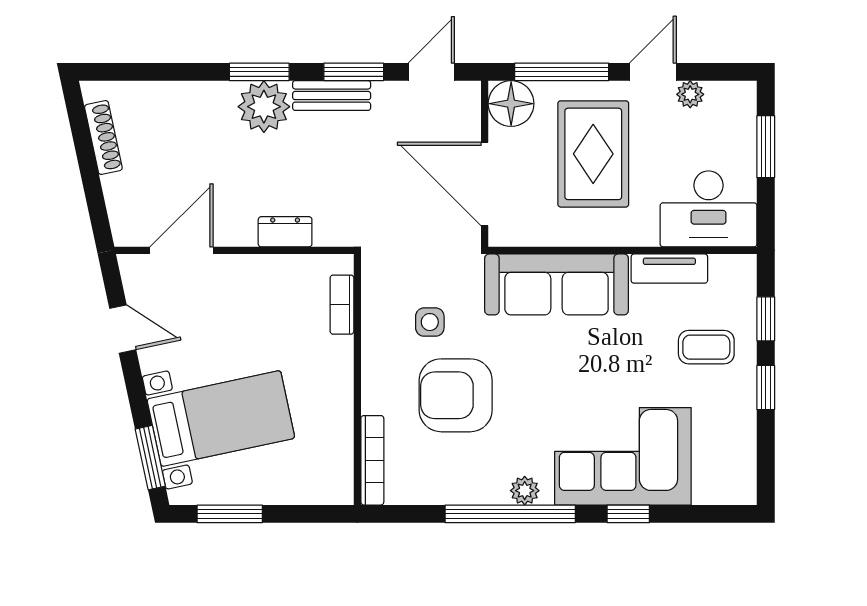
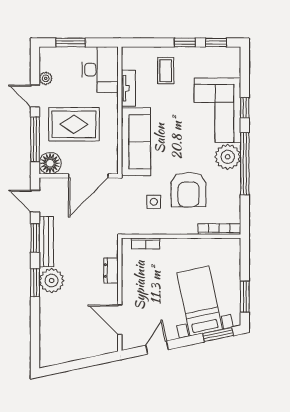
bench: (332, 96) -> (46, 242), width x1.36
shoe rack: (103, 138) -> (66, 357), removed
window: (766, 319) -> (216, 42), moved
plant: (525, 491) -> (228, 157), width x1.87, depth x1.87

